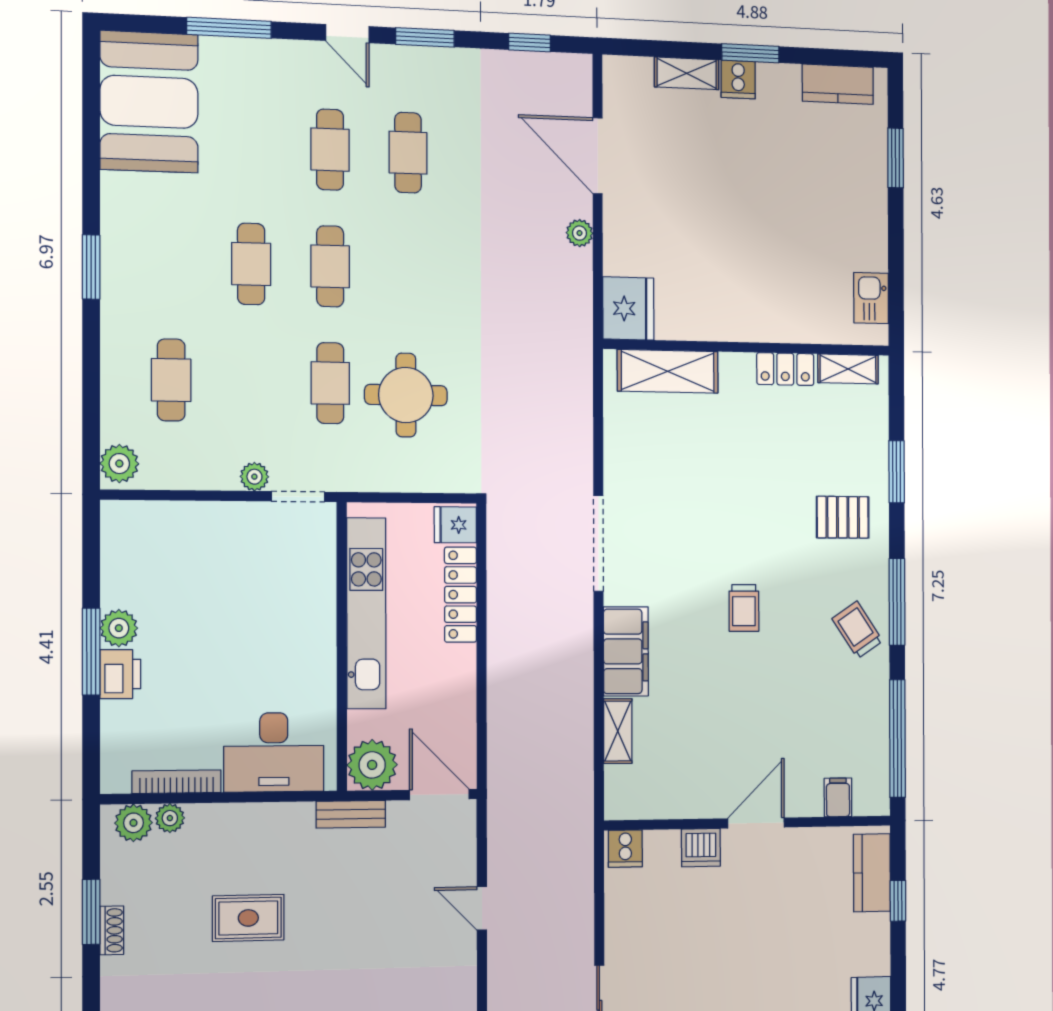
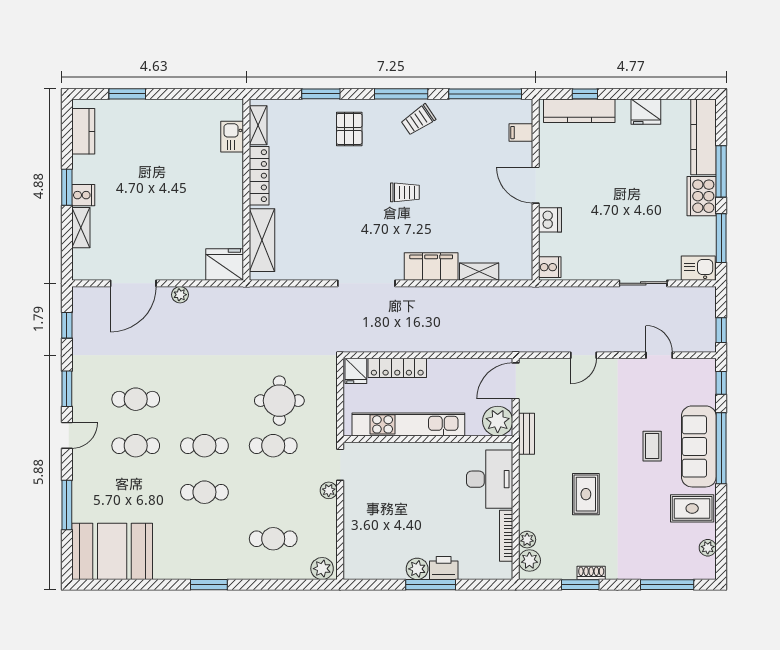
kitchen sink: (871, 298) -> (232, 137), moved, turned 90
locker: (785, 369) -> (259, 176), width x1.53
kitchen counter: (872, 873) -> (579, 111), width x1.50

